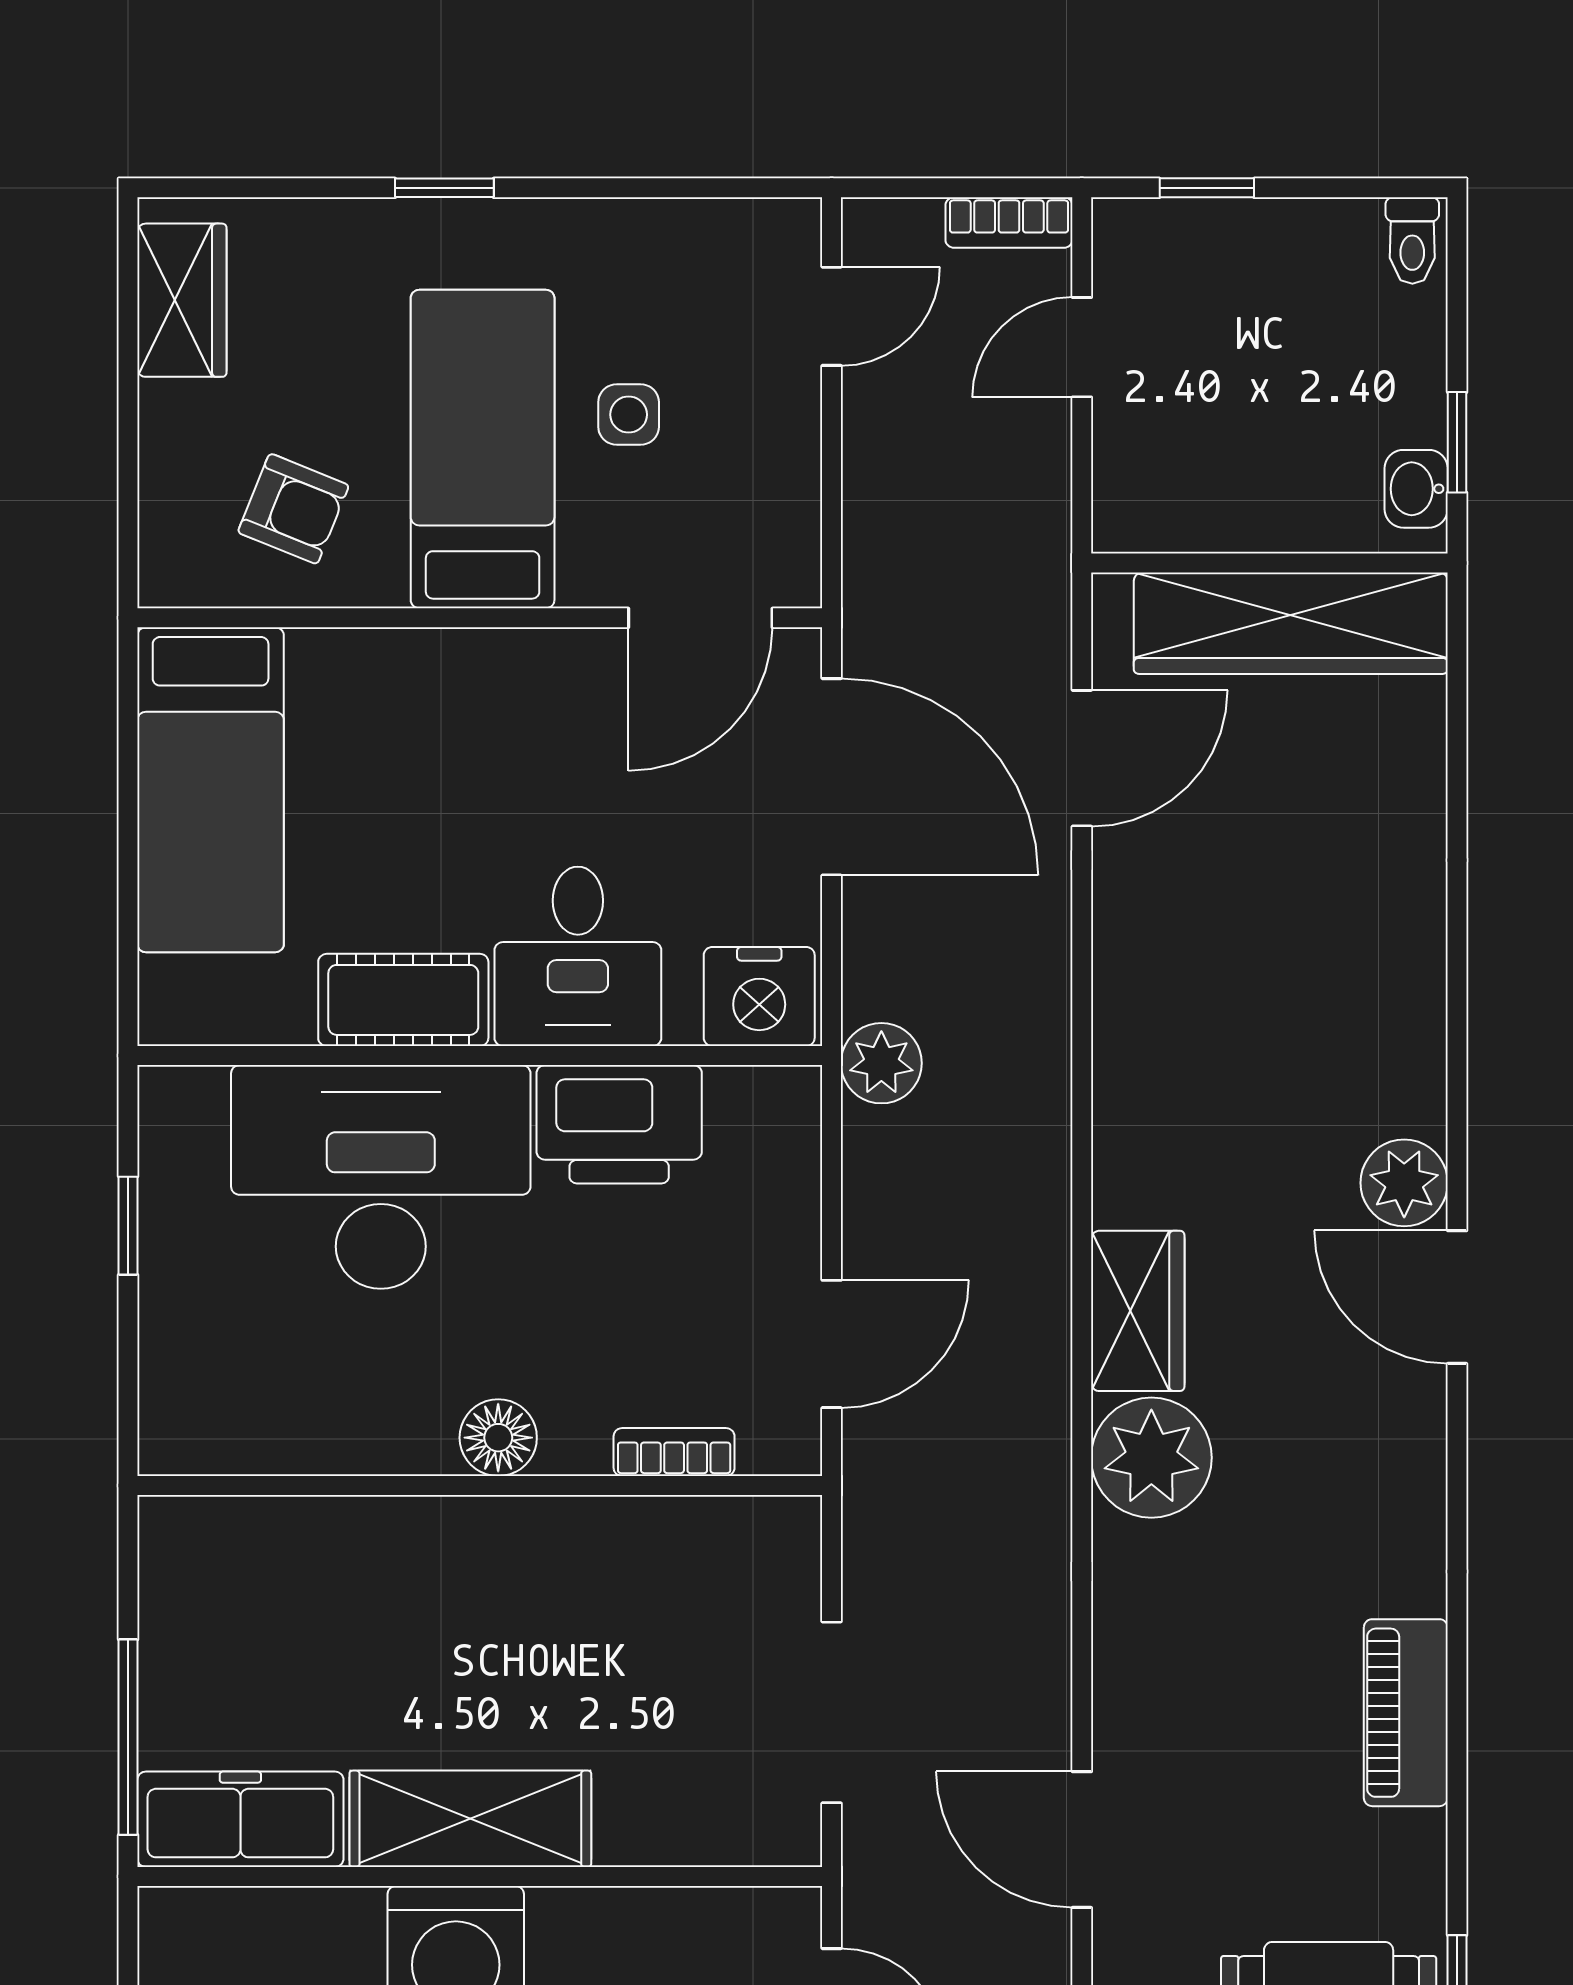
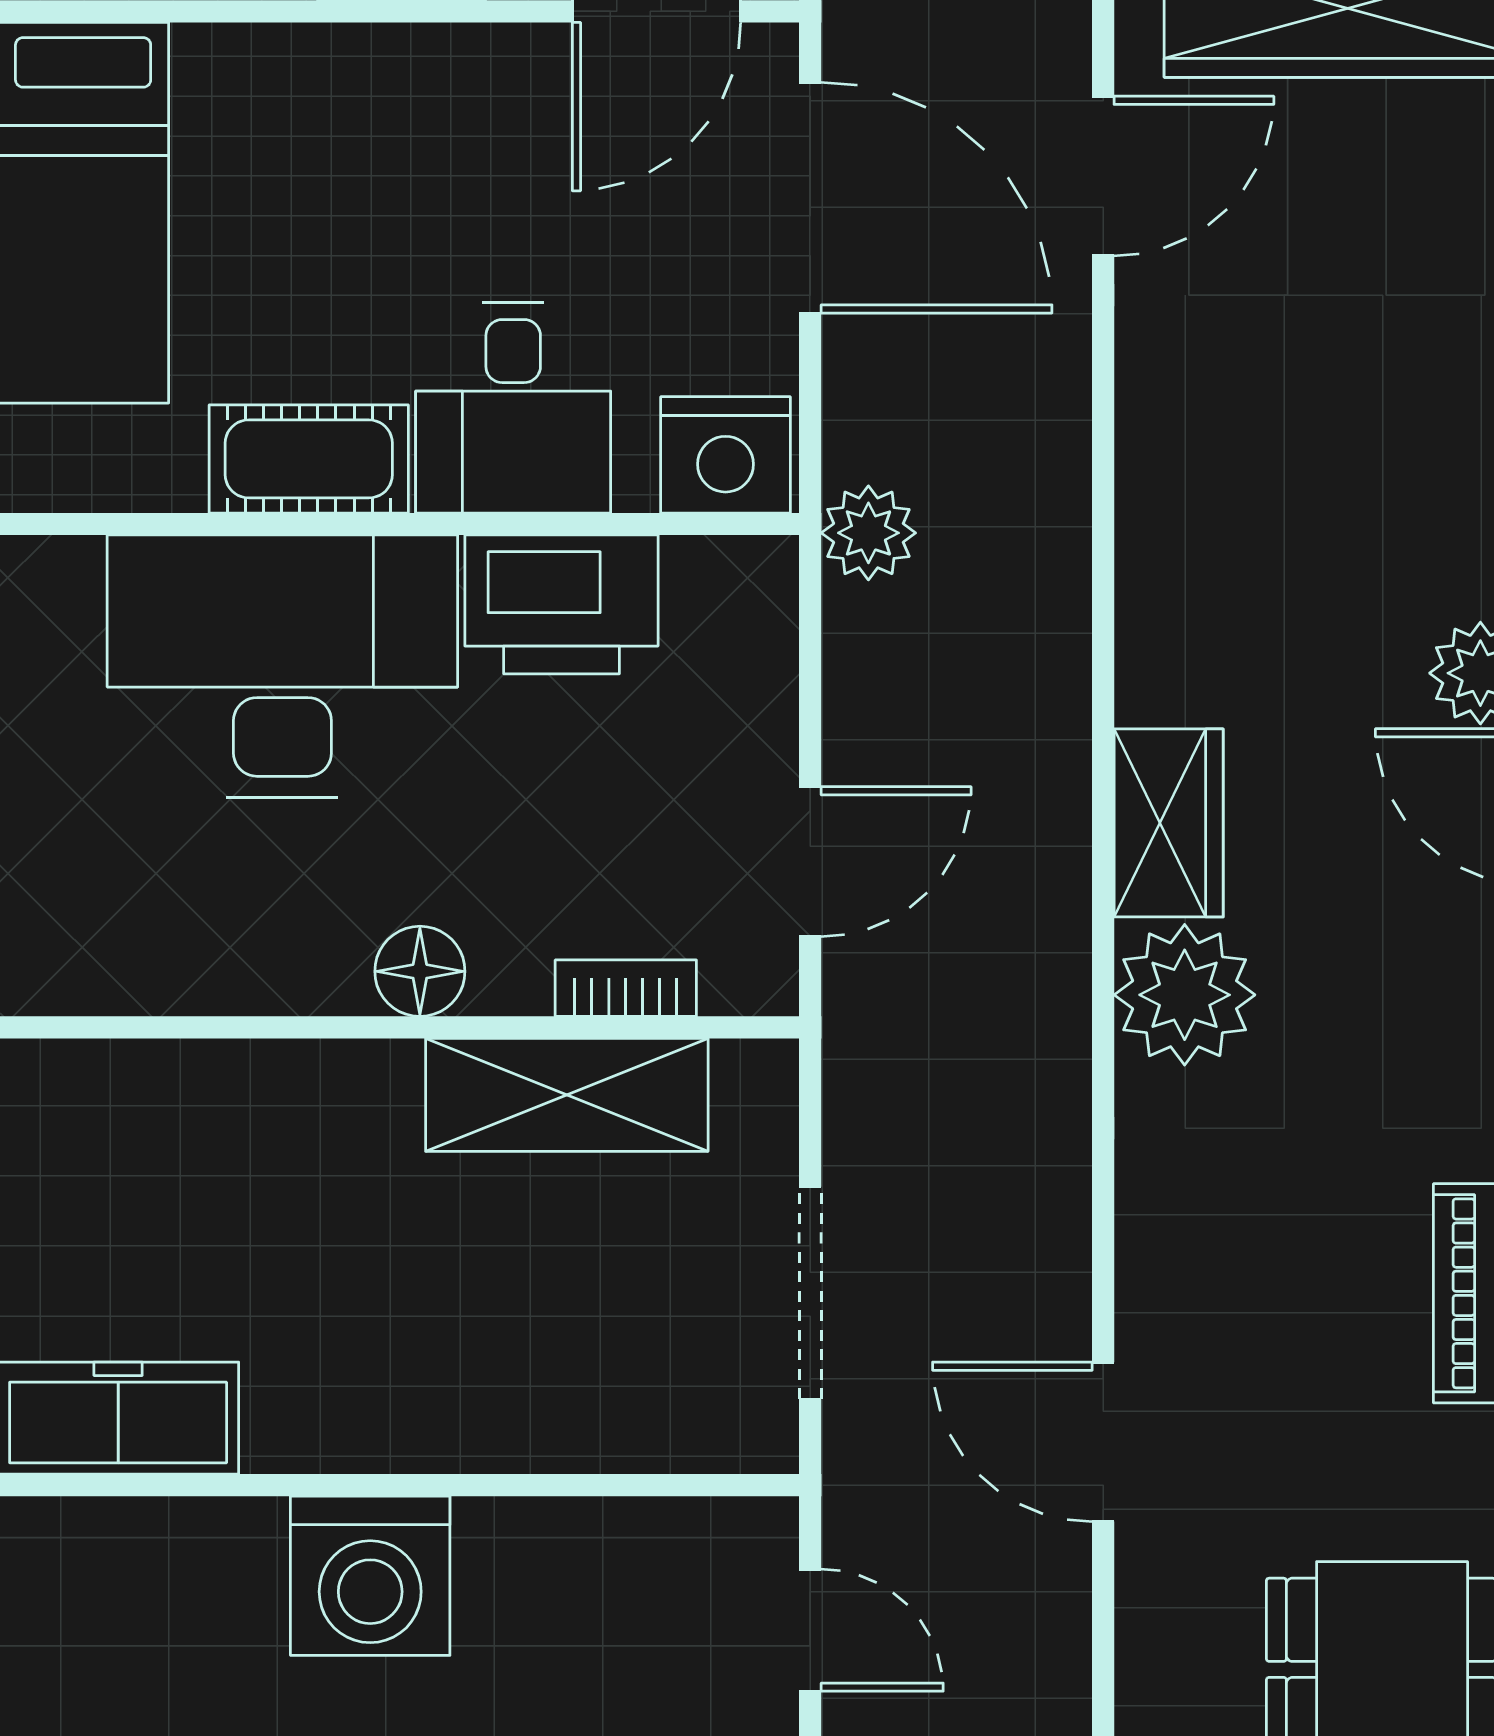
shelving: (470, 1819) -> (567, 1095), moved

